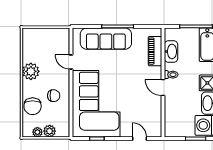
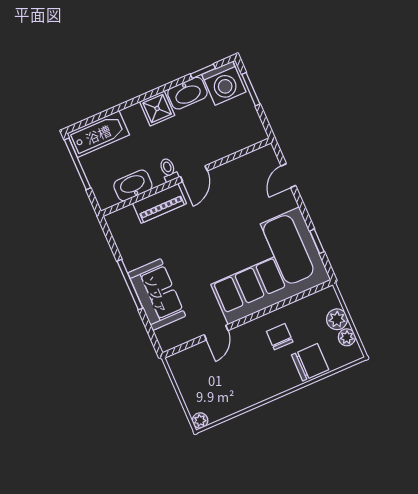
sofa: (106, 39) -> (157, 294), width x0.73
piano: (155, 51) -> (160, 203), moved
plant: (31, 71) -> (200, 420), moved, width x0.53, depth x0.53

